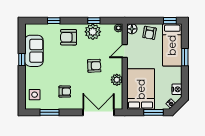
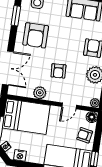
door: (125, 51) -> (69, 106), swing flipped
armchair: (65, 92) -> (36, 35), width x1.88, depth x1.88

